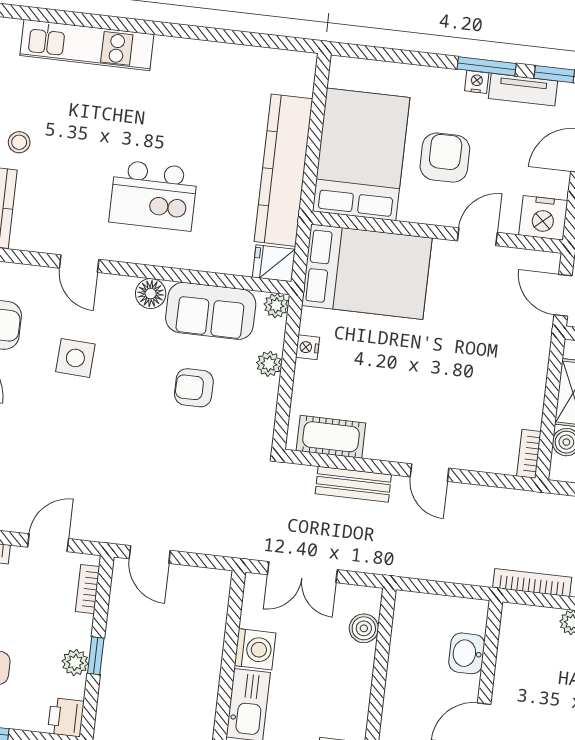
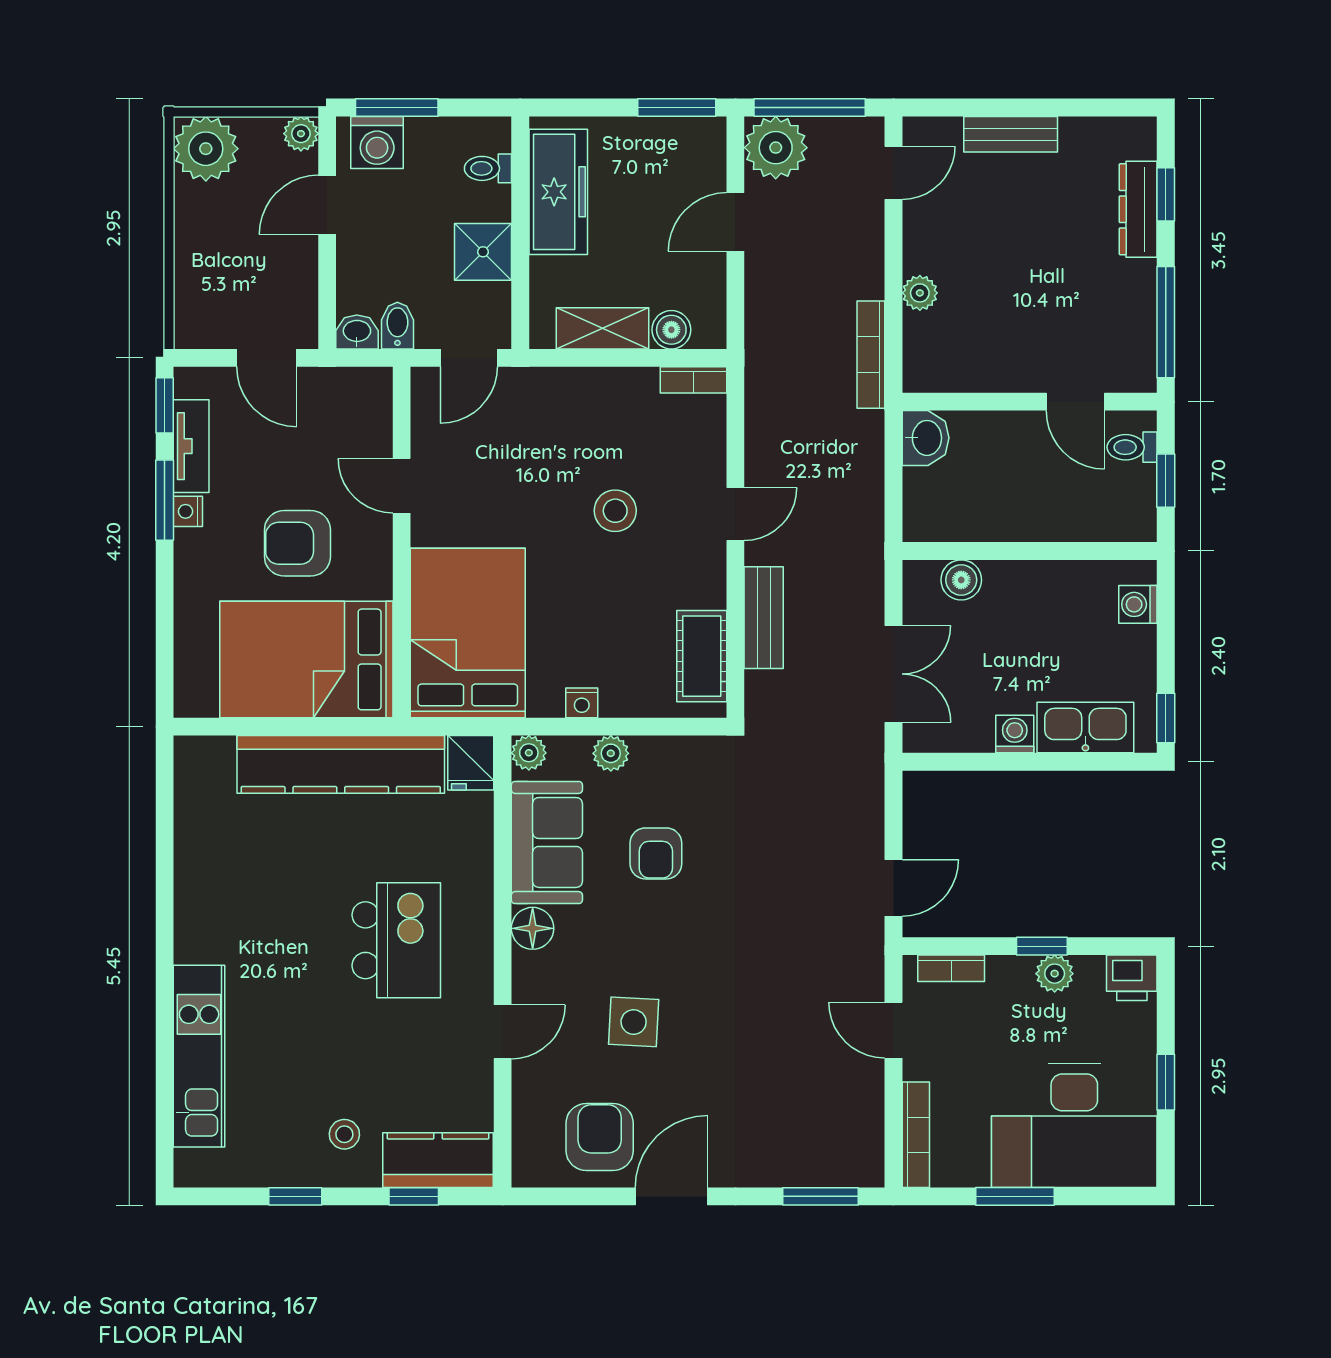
nightstand: (543, 218) -> (365, 398), removed
stool: (442, 387) -> (615, 511), added
washing machine: (255, 649) -> (1015, 734), width x0.73, depth x0.73
washbasin: (467, 653) -> (926, 438), moved, turned -90

